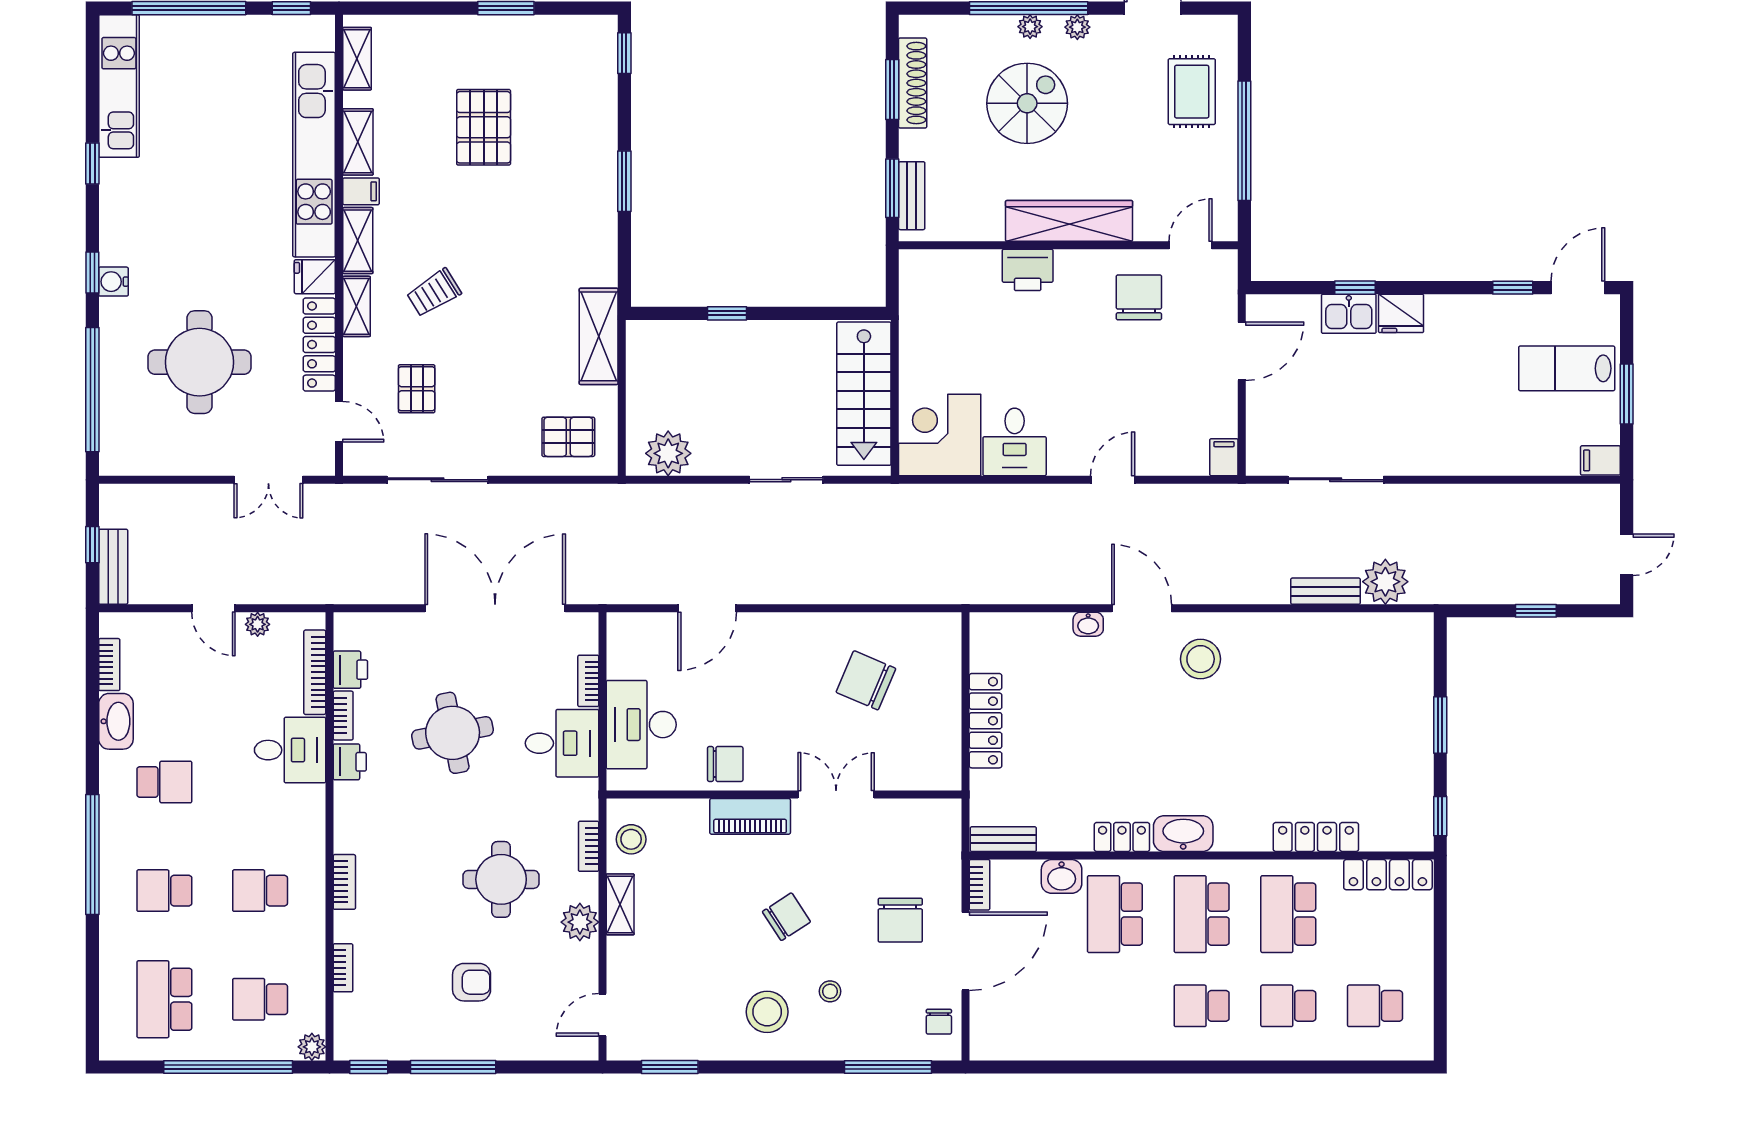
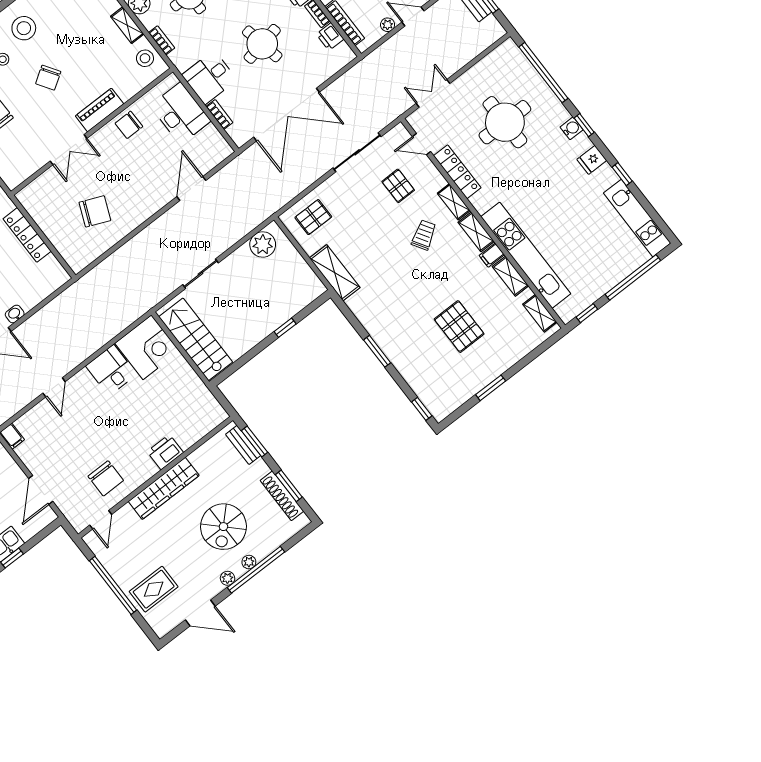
rug: (1192, 92) -> (154, 589), turned 90
fridge: (315, 277) -> (592, 160), moved, turned 180

